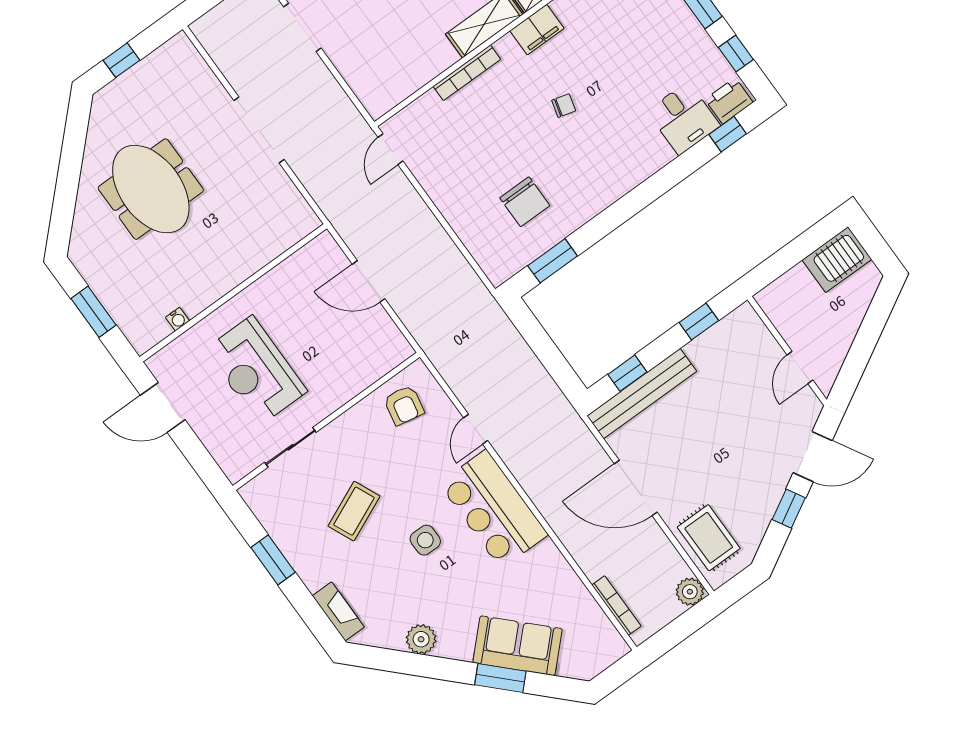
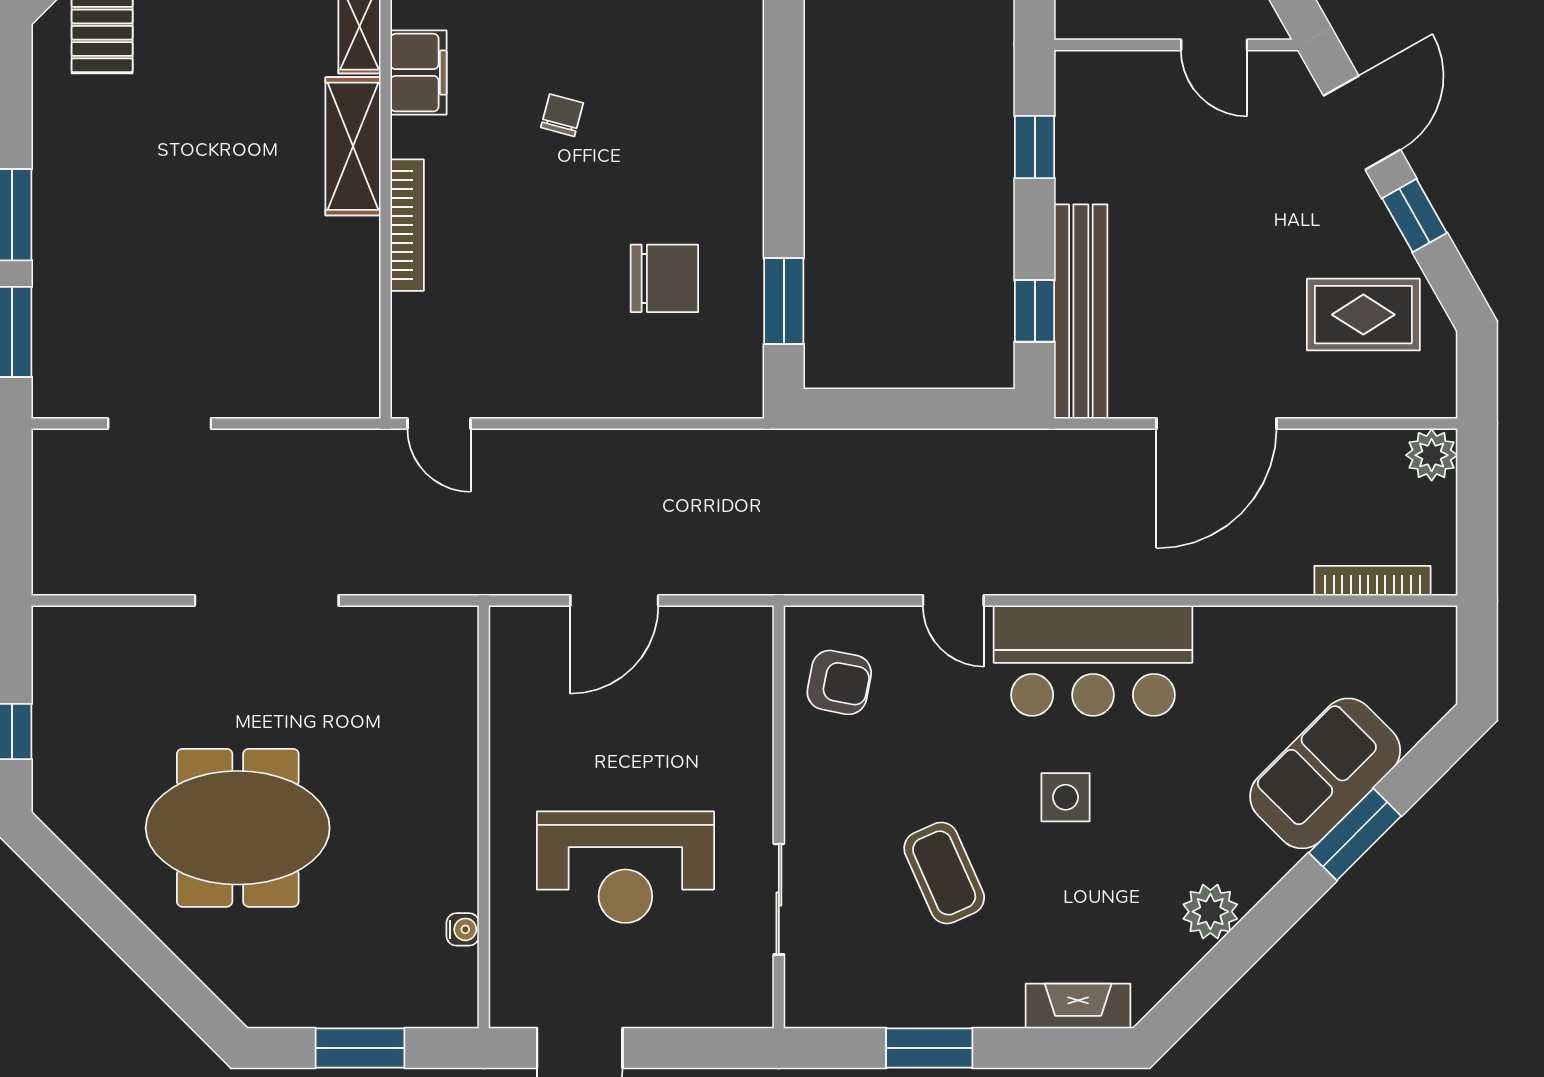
rug: (709, 538) -> (1363, 315), moved

